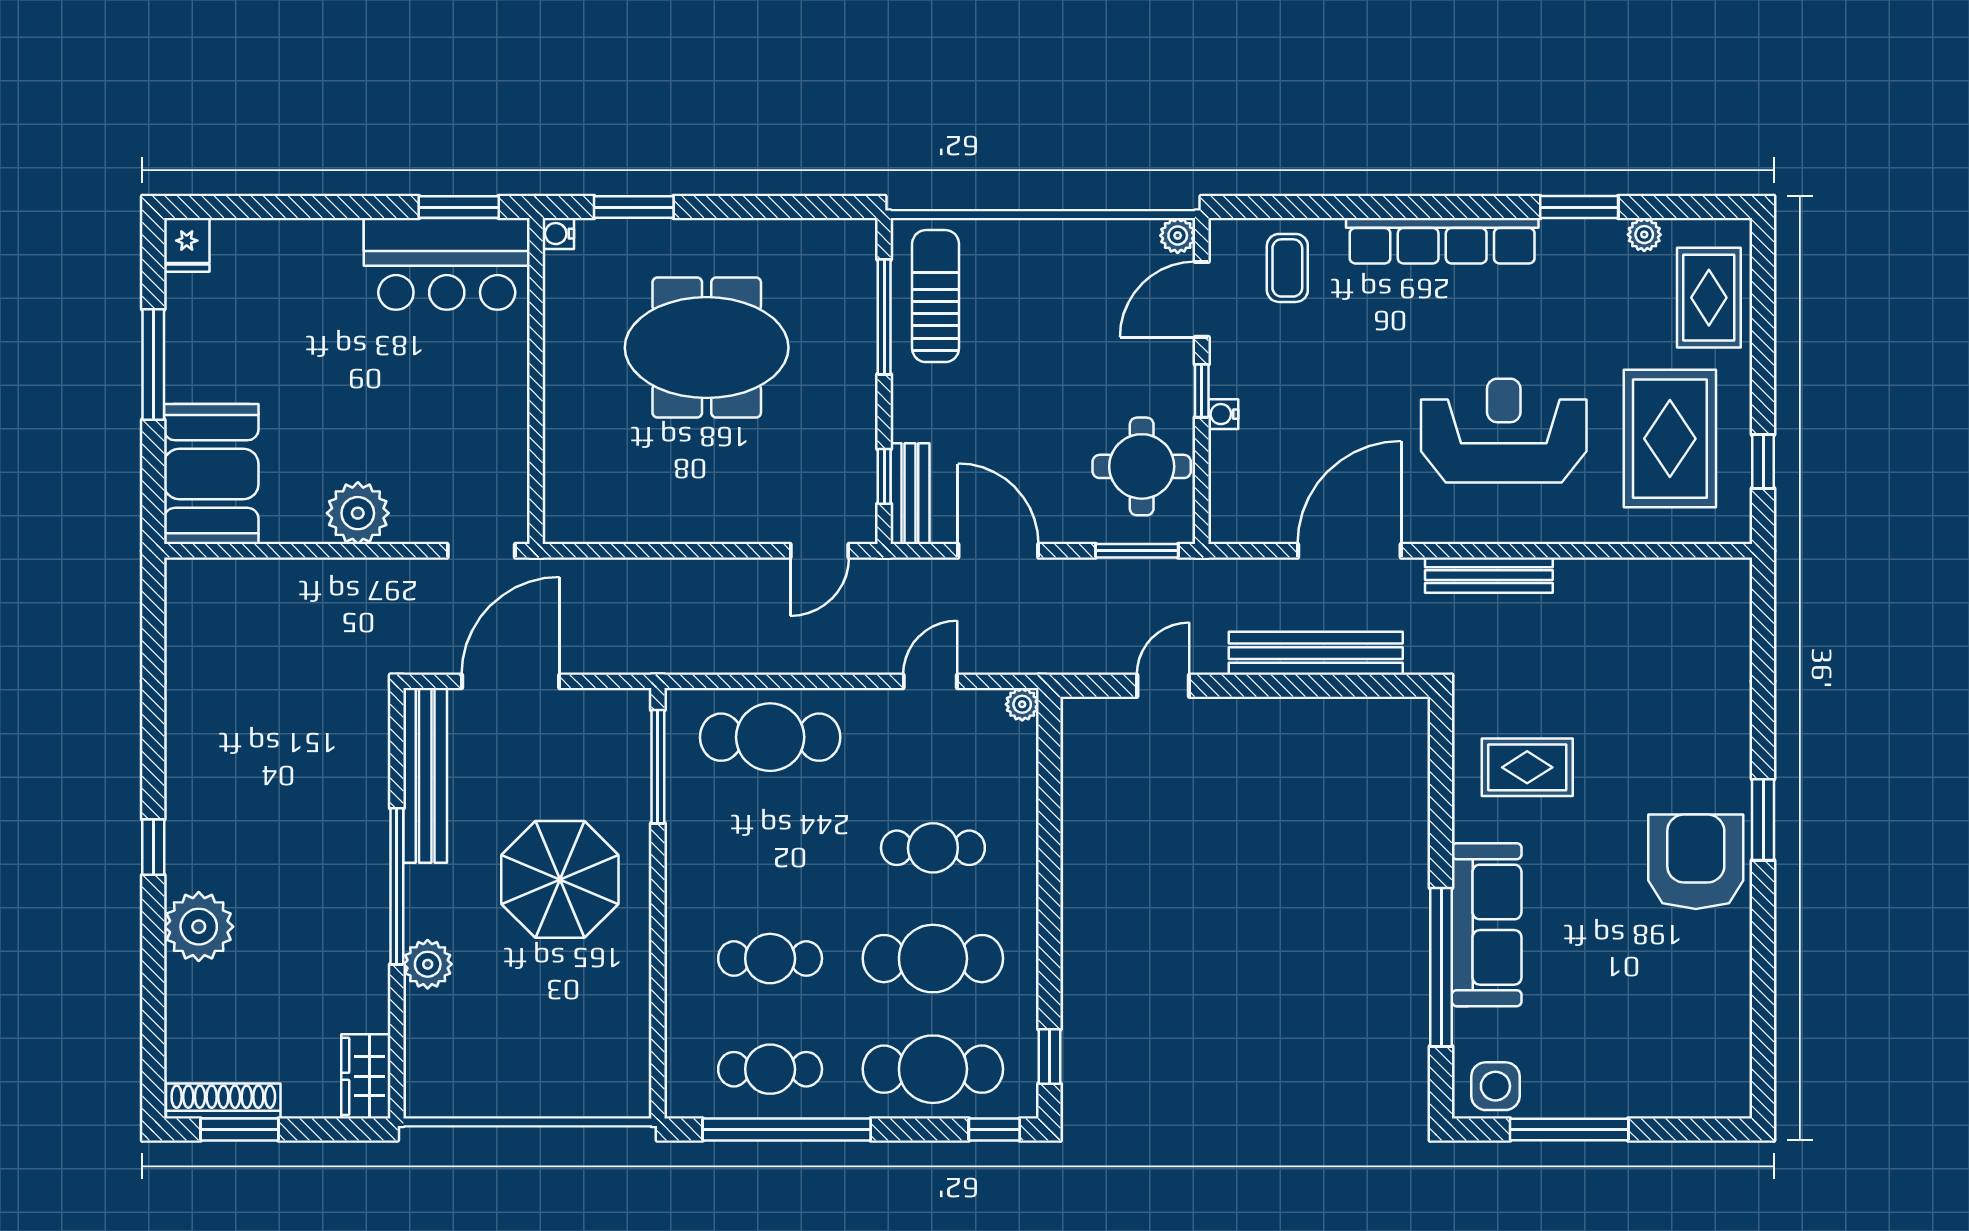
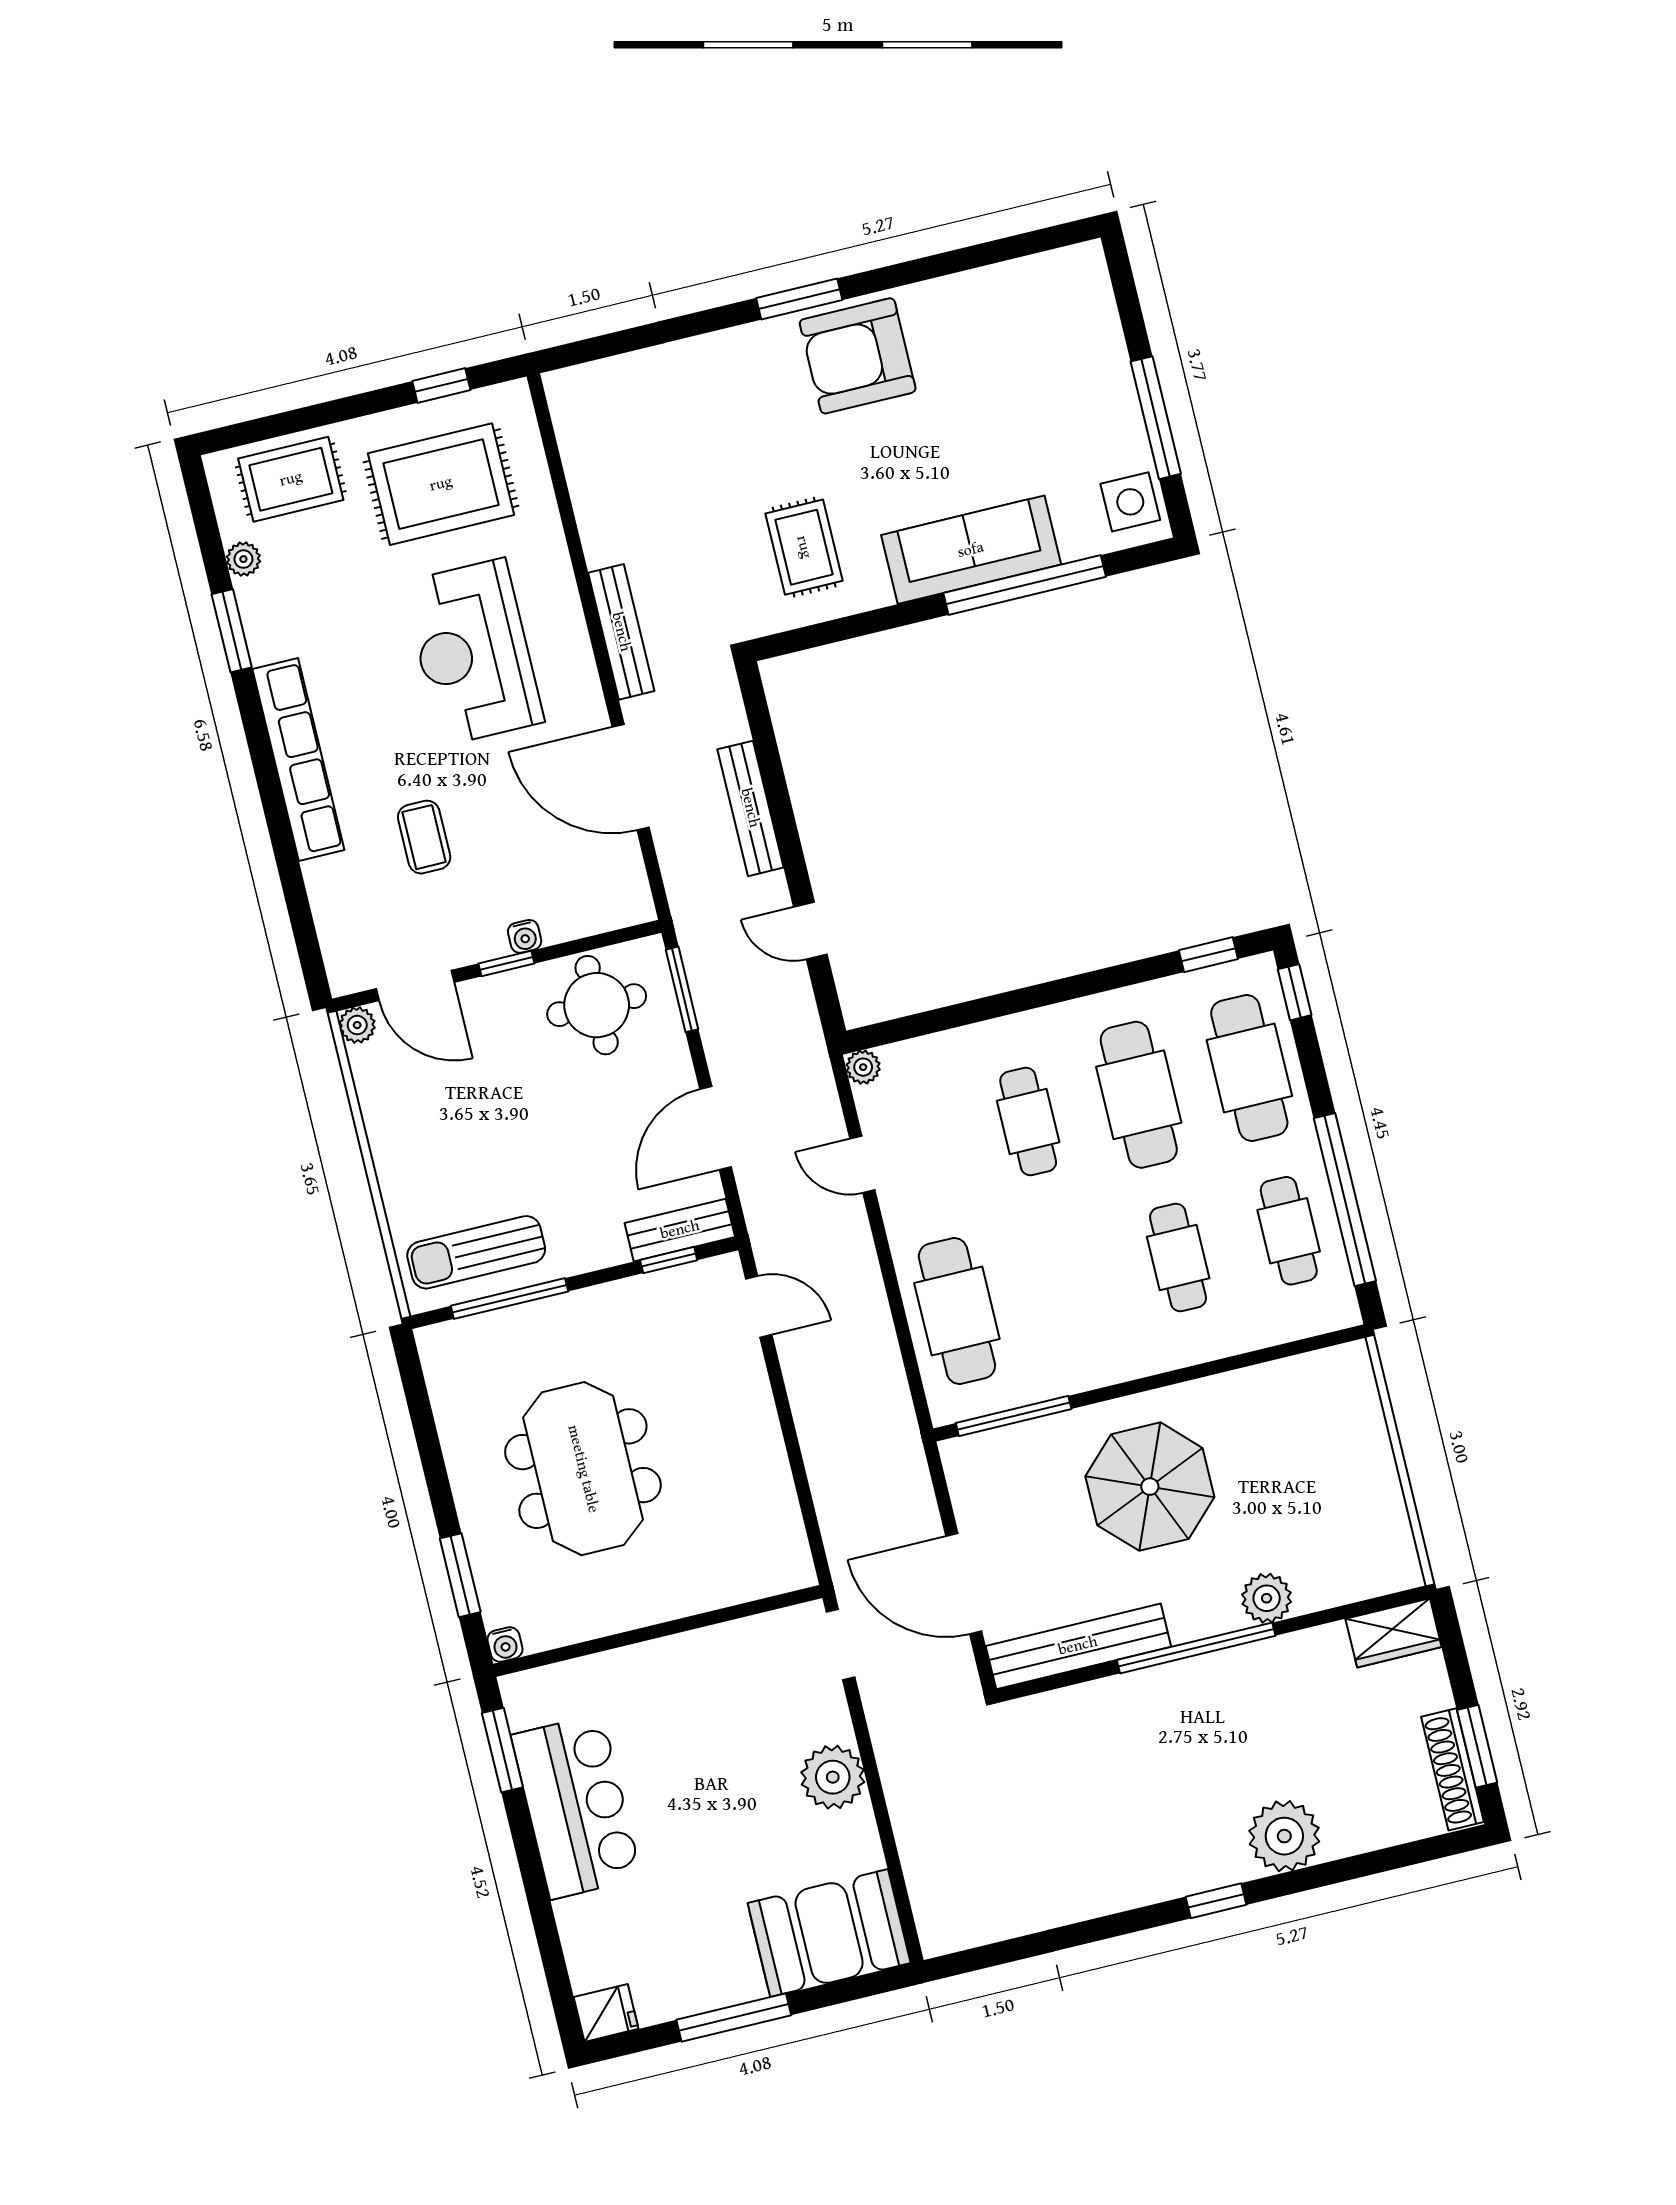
bar counter: (447, 264) -> (576, 1806), moved
coffee table: (1287, 268) -> (424, 837), moved, turned 90
bench: (1316, 653) -> (750, 808), width x0.73, depth x0.82

